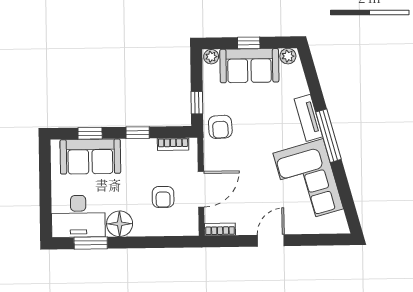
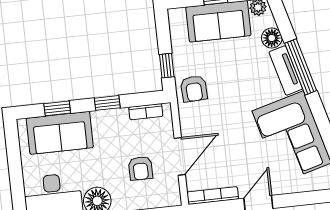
plant: (211, 57) -> (177, 16), removed
floor lamp: (298, 86) -> (272, 38), added
window: (328, 136) -> (301, 67), moved
bookcase: (220, 229) -> (213, 196), width x1.56

